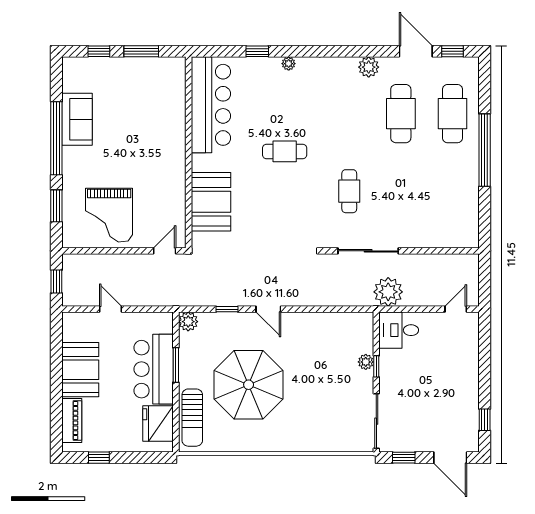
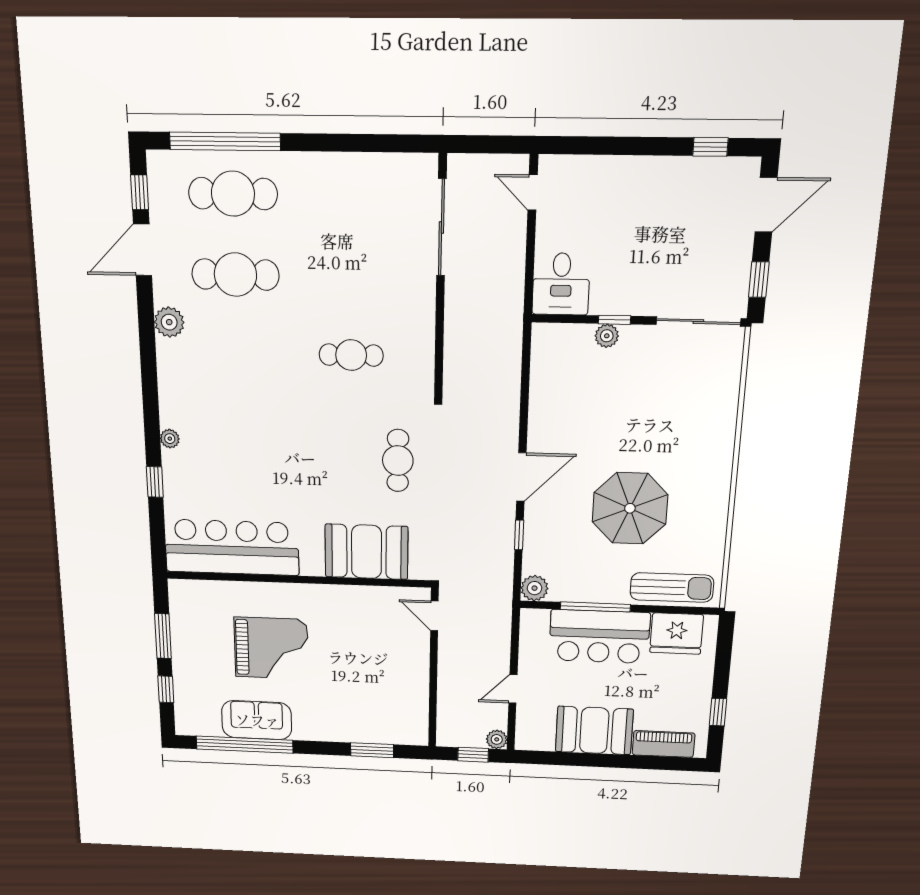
window: (56, 138) -> (245, 745), moved
window: (485, 150) -> (225, 141), moved
cafe table: (285, 151) -> (398, 461), moved
grand piano: (109, 215) -> (271, 648), moved
sliding door: (368, 251) -> (441, 227), moved
plant: (388, 292) -> (497, 739), moved, width x0.53, depth x0.53
door: (268, 309) -> (521, 477), width x1.38
window: (176, 365) -> (595, 607), width x1.44
parasol: (249, 385) -> (630, 508), width x0.73, depth x0.73

